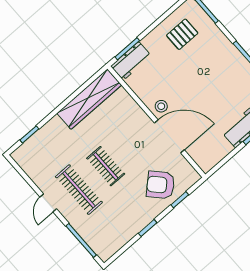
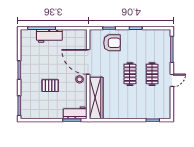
pallet: (182, 34) -> (50, 86), moved
wardrobe: (89, 99) -> (96, 98), moved, turned 90
armchair: (161, 185) -> (112, 43), turned -47
clothes rail: (79, 190) -> (152, 74), width x0.73

